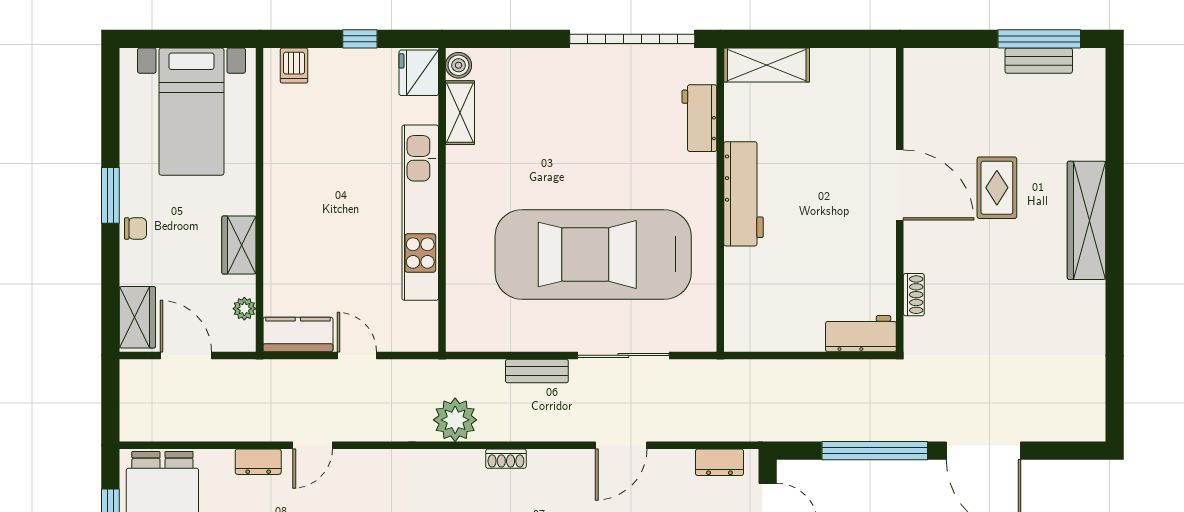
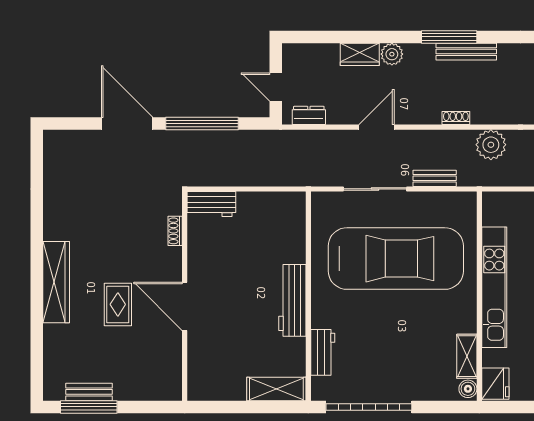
boiler: (459, 65) -> (468, 389), moved
fridge: (419, 73) -> (495, 384), moved
shelving: (460, 113) -> (467, 356), moved
wall: (442, 200) -> (479, 296), moved
kitchen unit: (420, 213) -> (494, 287), moved

